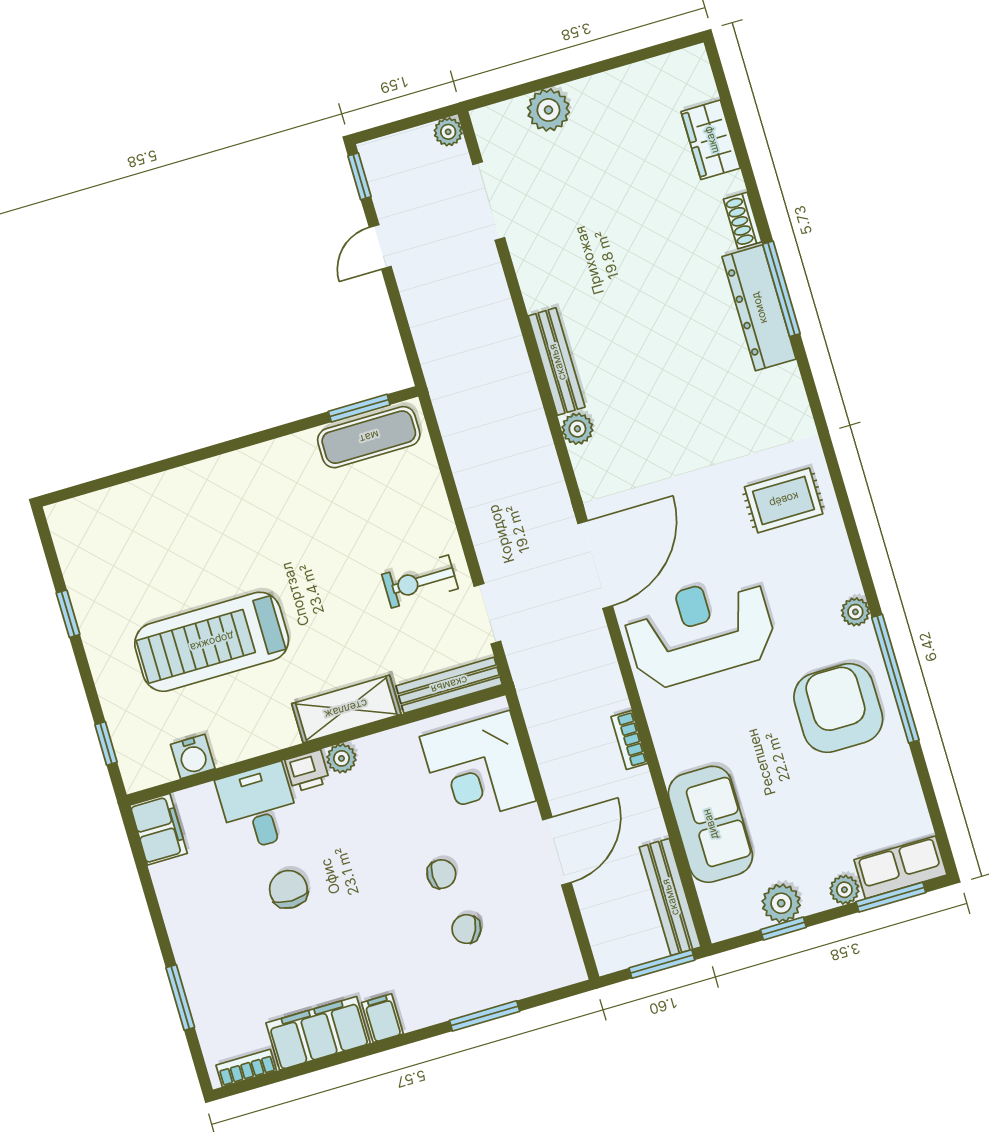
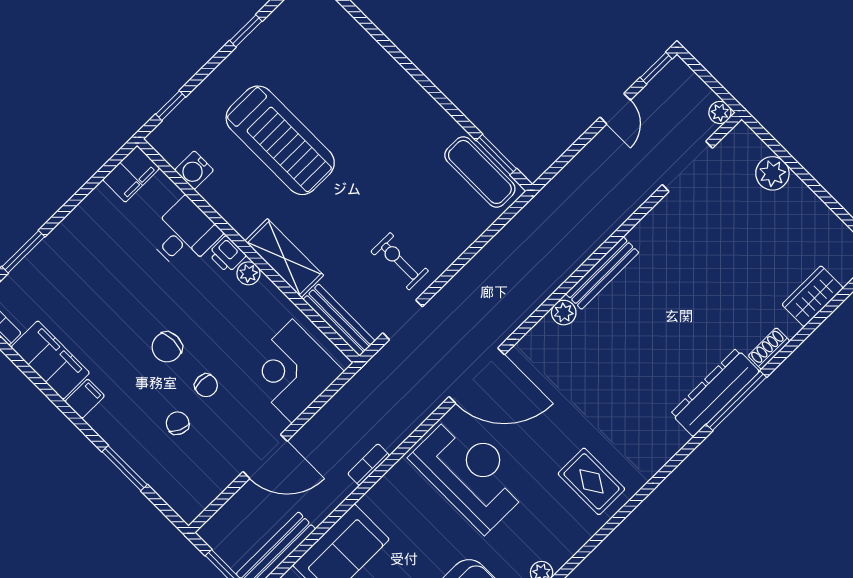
door: (380, 247) -> (615, 109), swing flipped
treadmill: (212, 642) -> (280, 140), turned 180
chair: (288, 889) -> (167, 347), moved, turned 180

